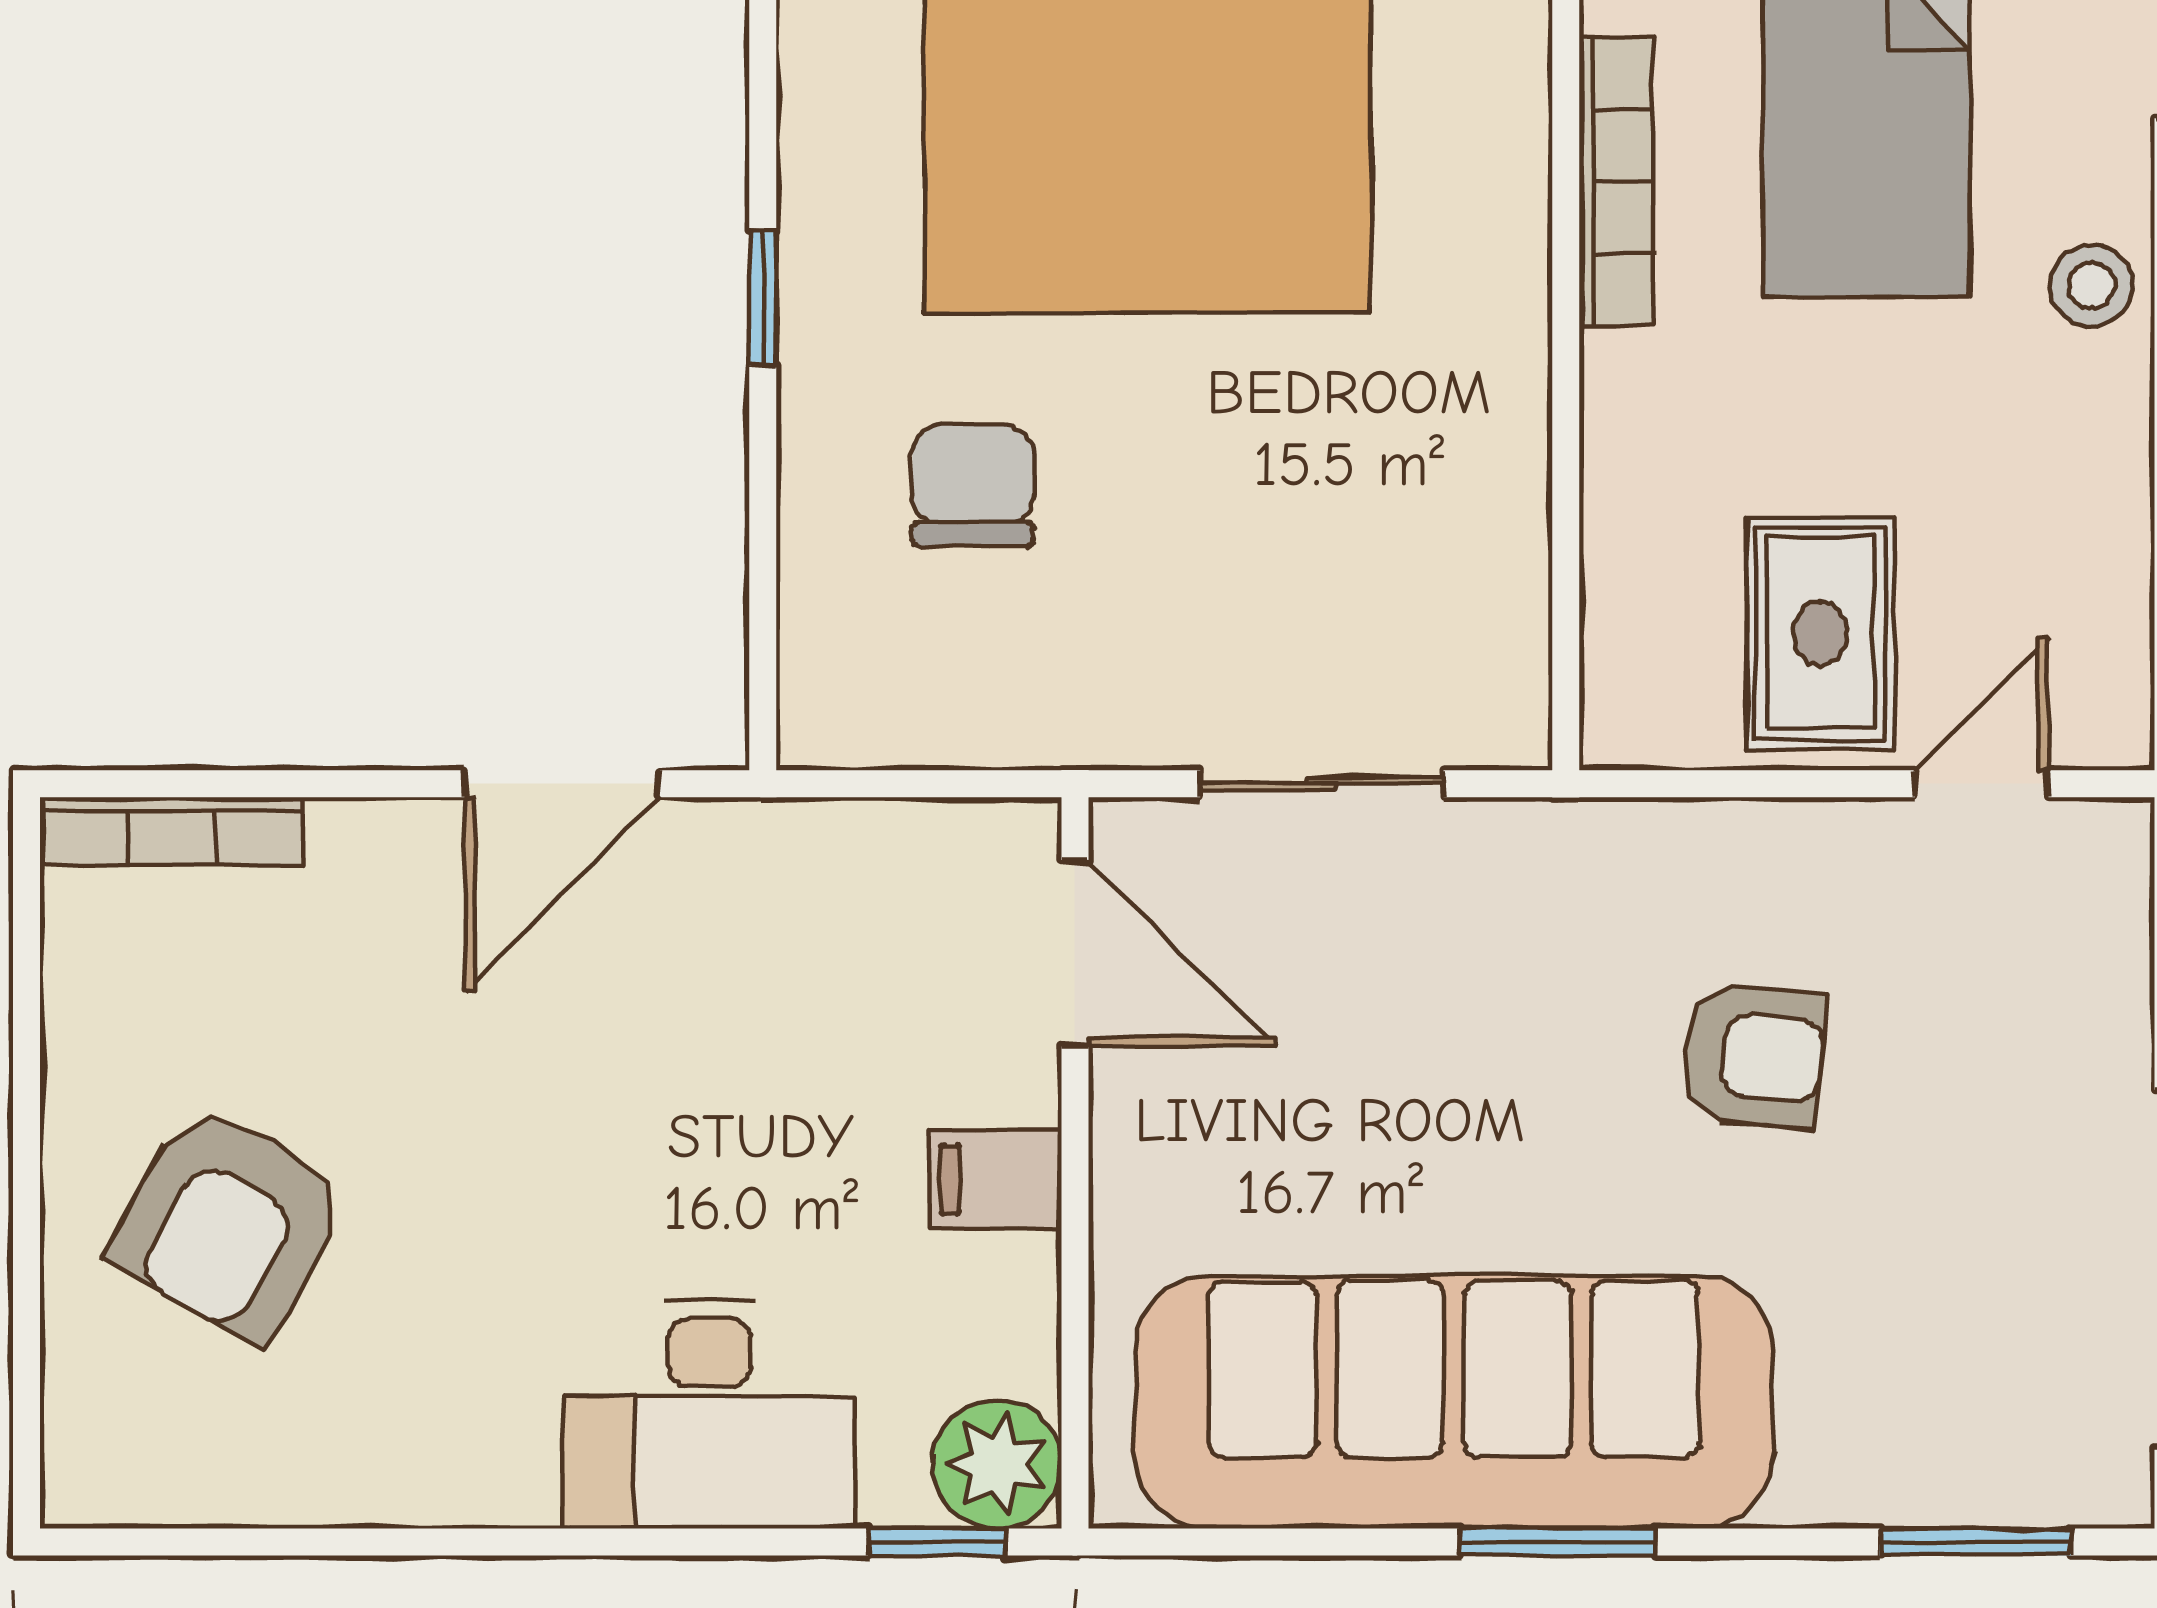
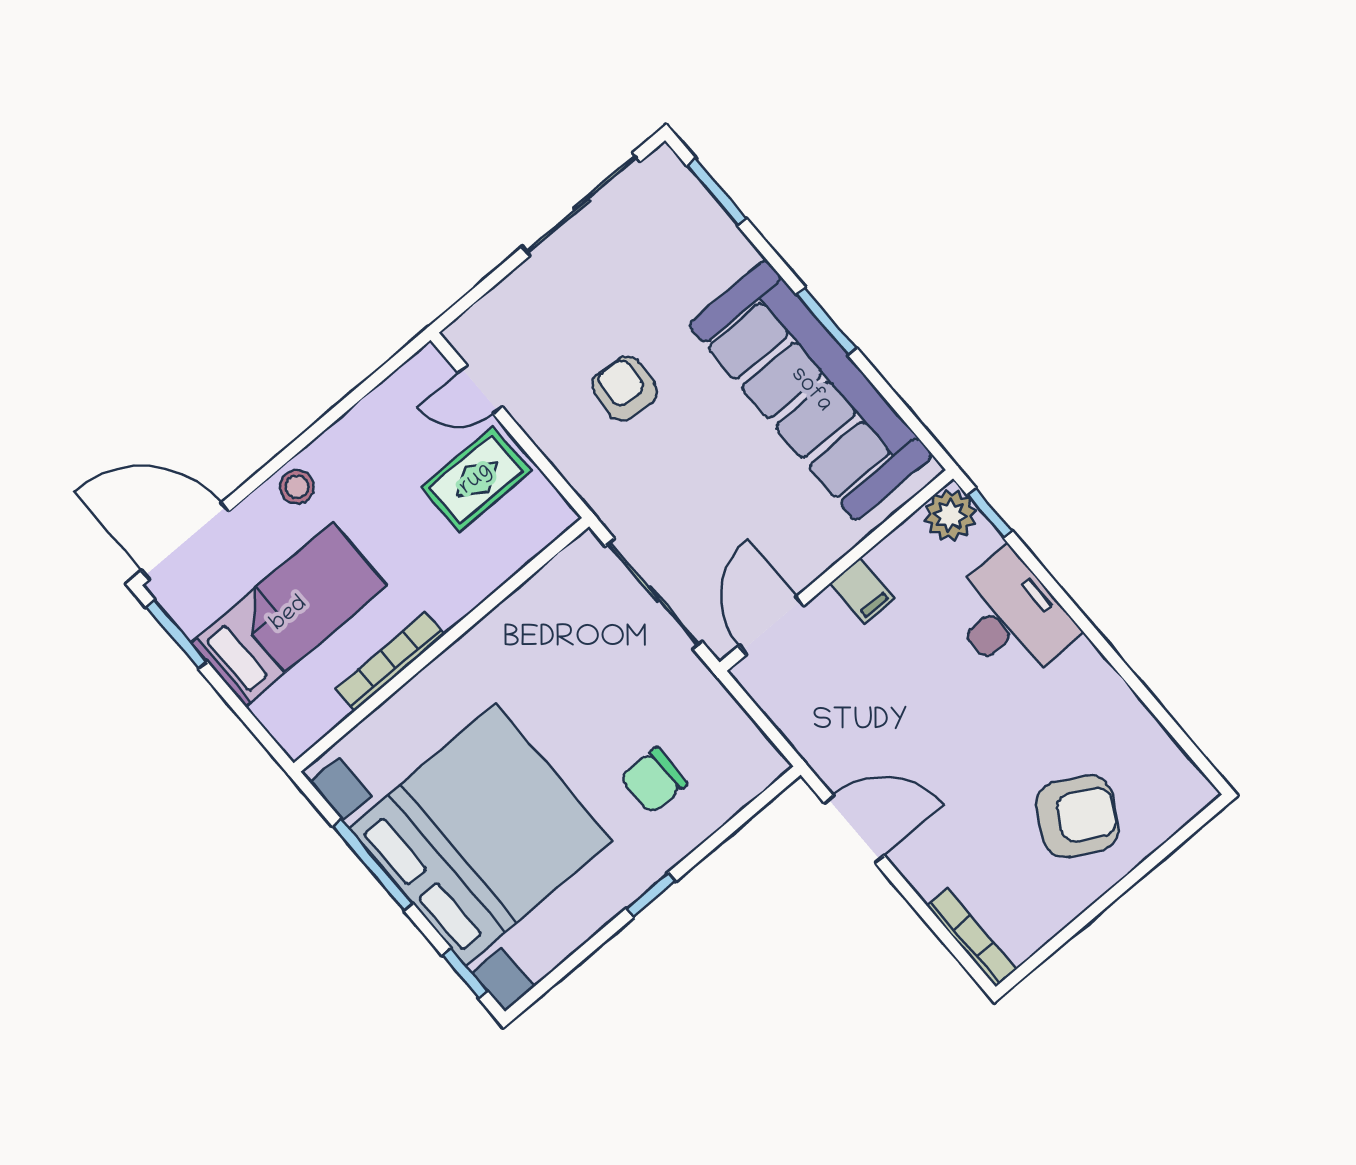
sliding door: (1322, 784) -> (654, 594), width x1.37

